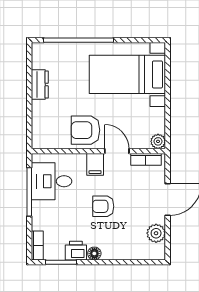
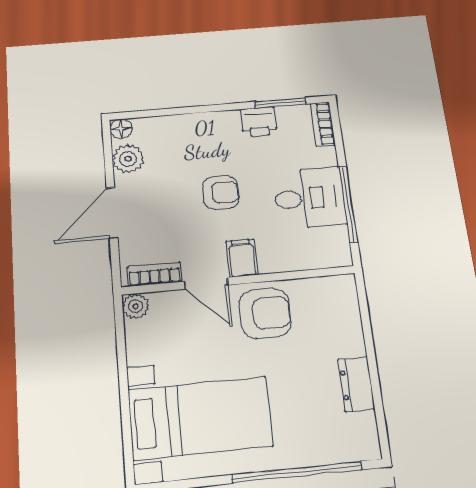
desk: (52, 181) -> (309, 198), moved
floor lamp: (94, 253) -> (121, 129), moved

